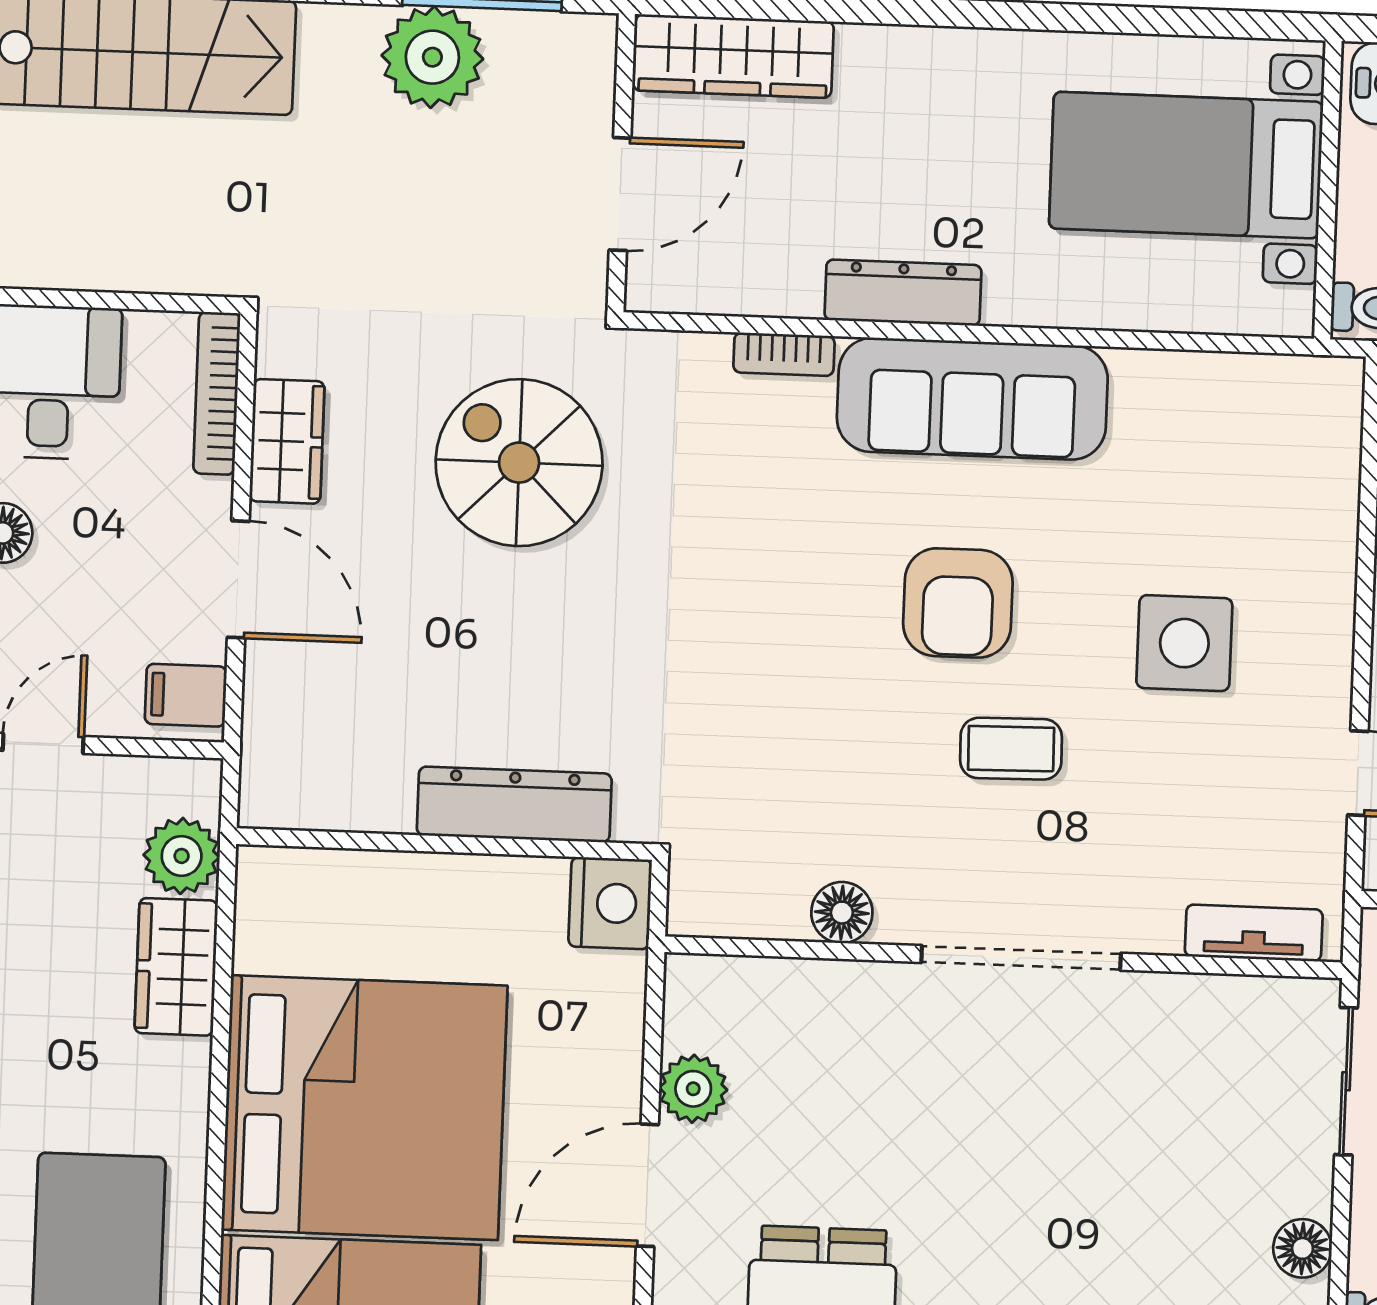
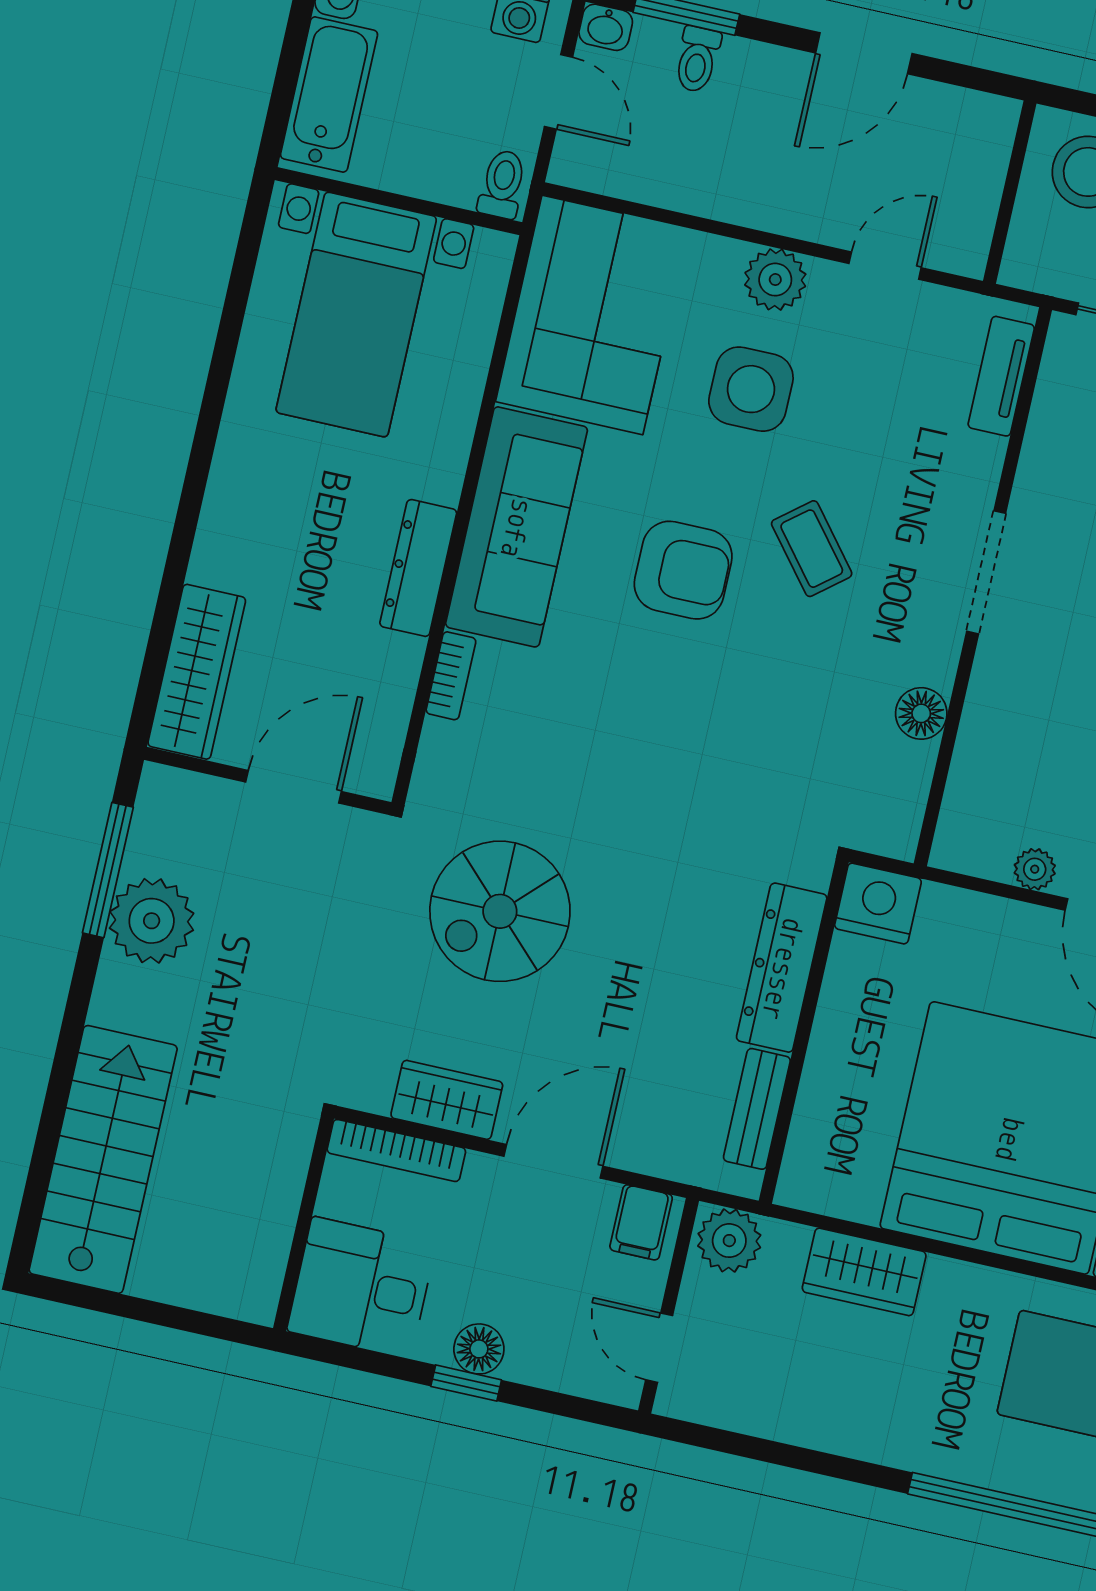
door: (620, 194) -> (293, 787), hinge flipped
corner sofa: (1237, 442) -> (592, 315), added
plant: (1318, 648) -> (775, 280), added
coffee table: (1011, 749) -> (812, 549), turned -38
bench: (344, 806) -> (757, 1109), added
plant: (182, 856) -> (729, 1241), moved
doorway: (1021, 958) -> (986, 572), width x0.73
plant: (693, 1089) -> (1035, 869), width x0.73, depth x0.73

